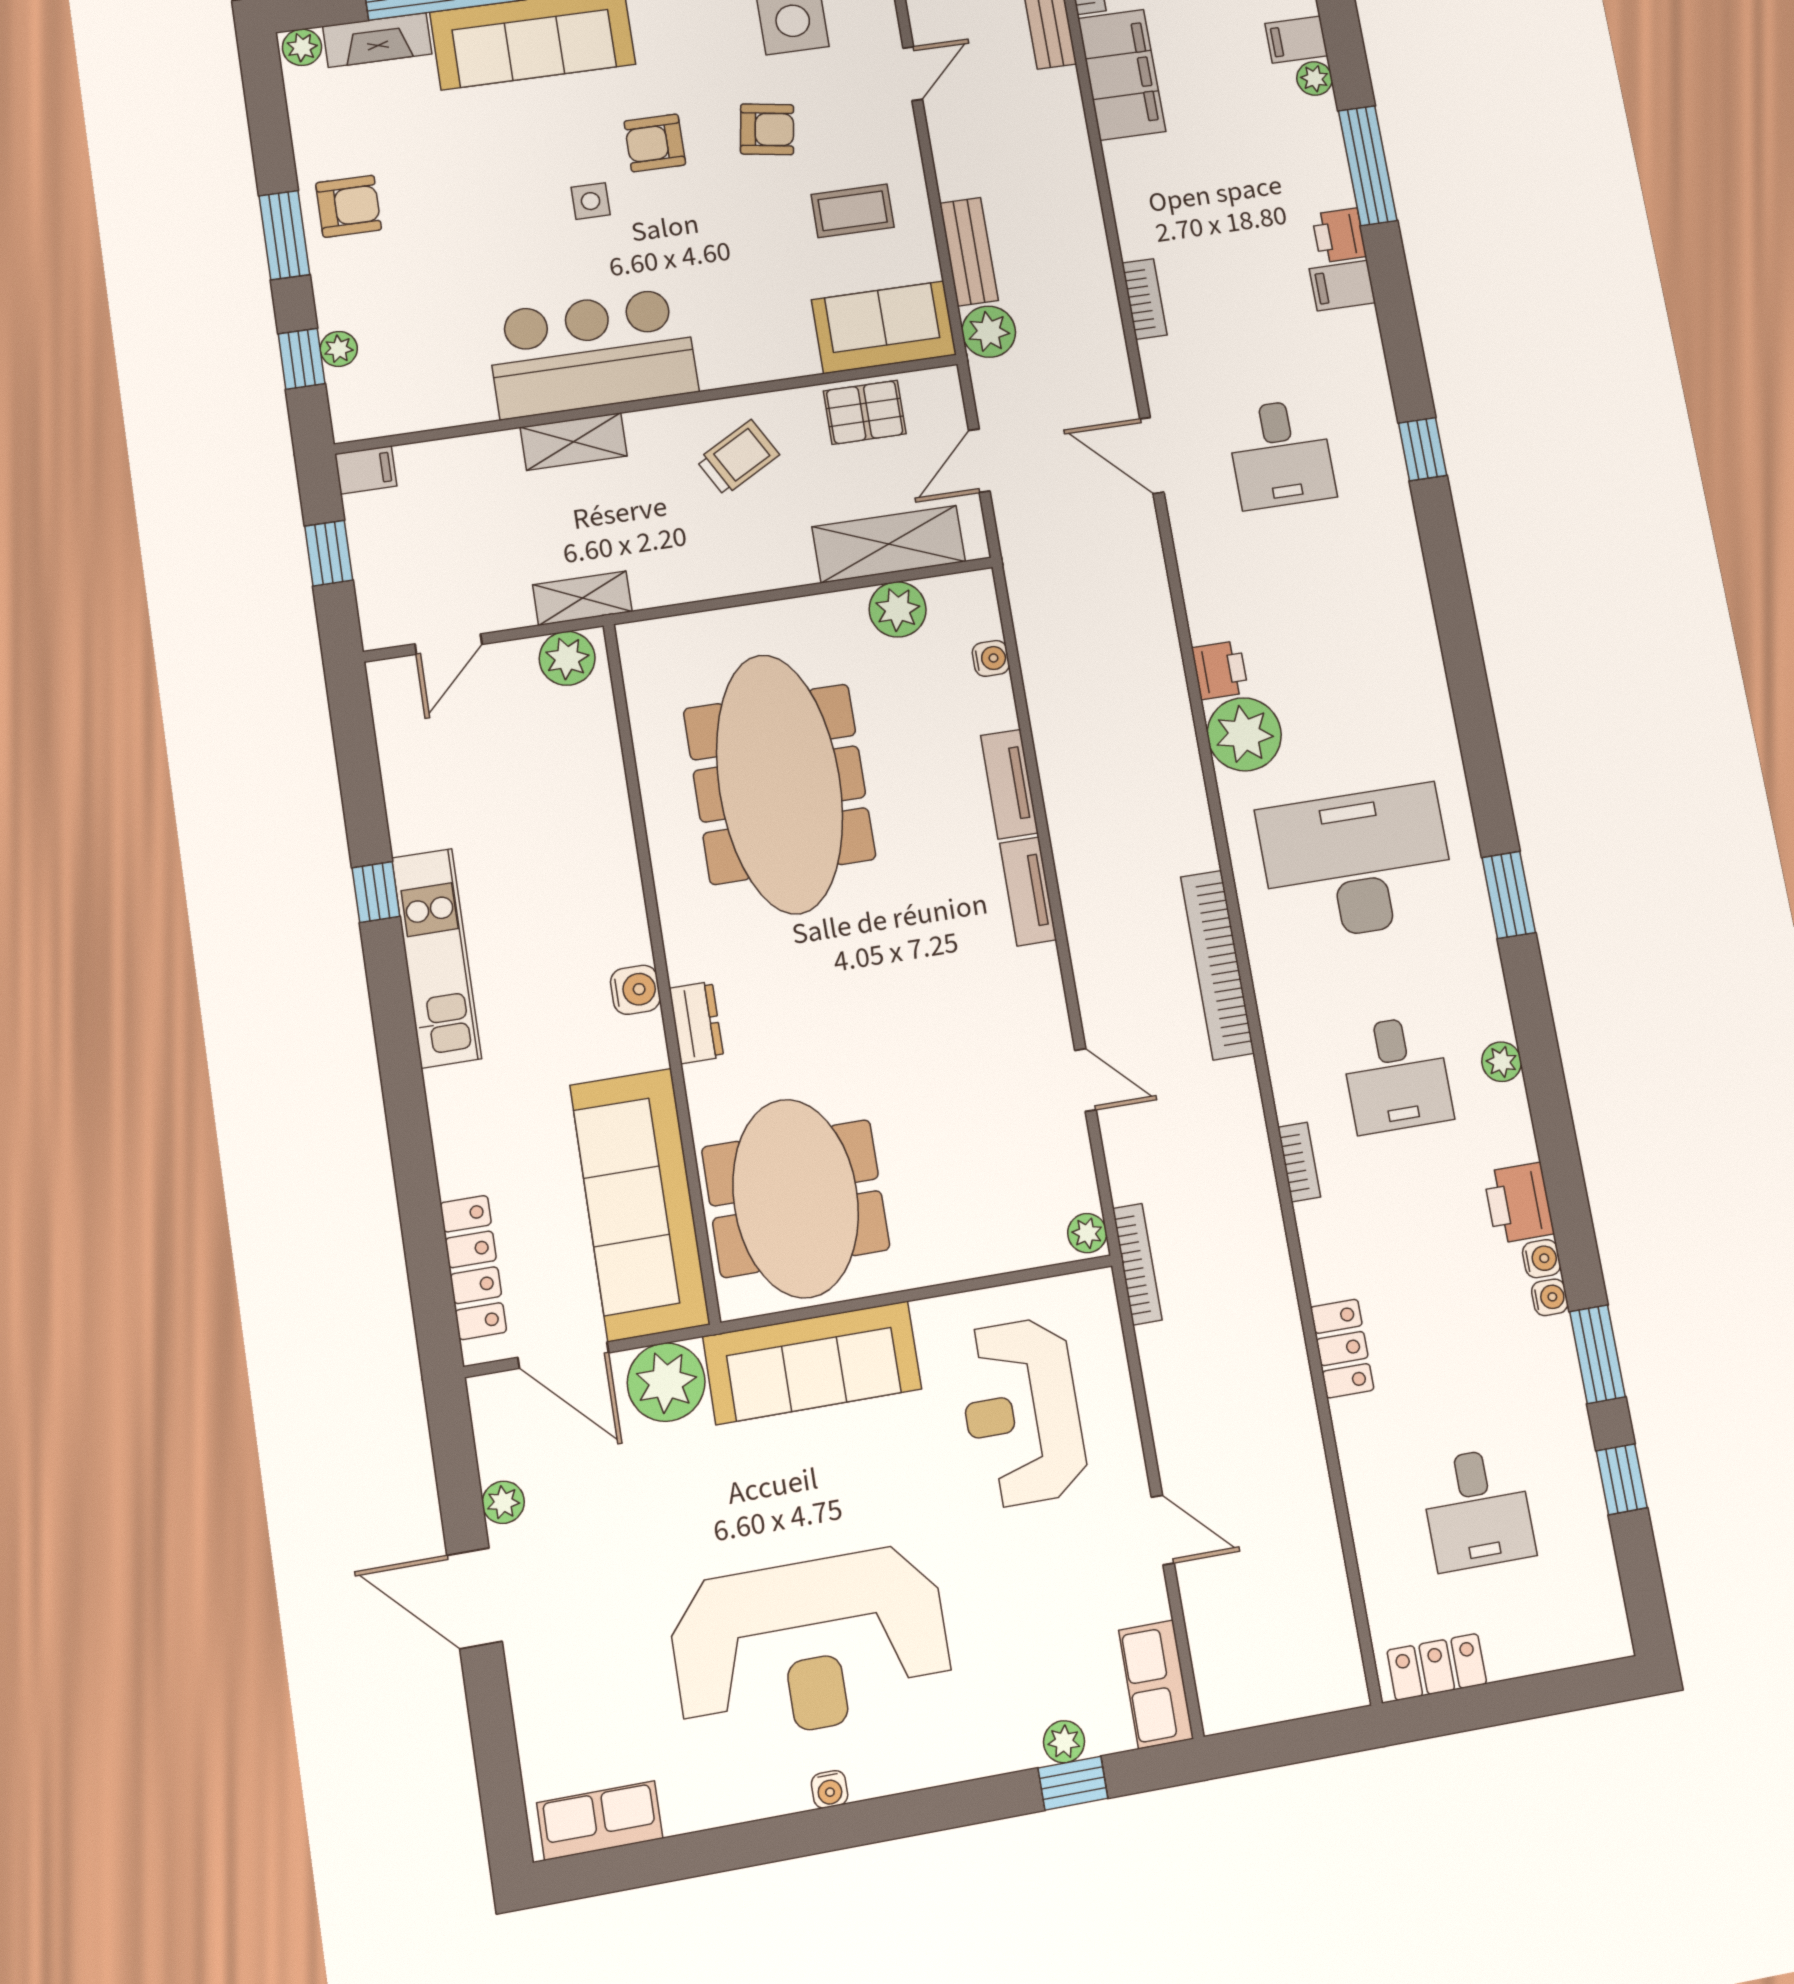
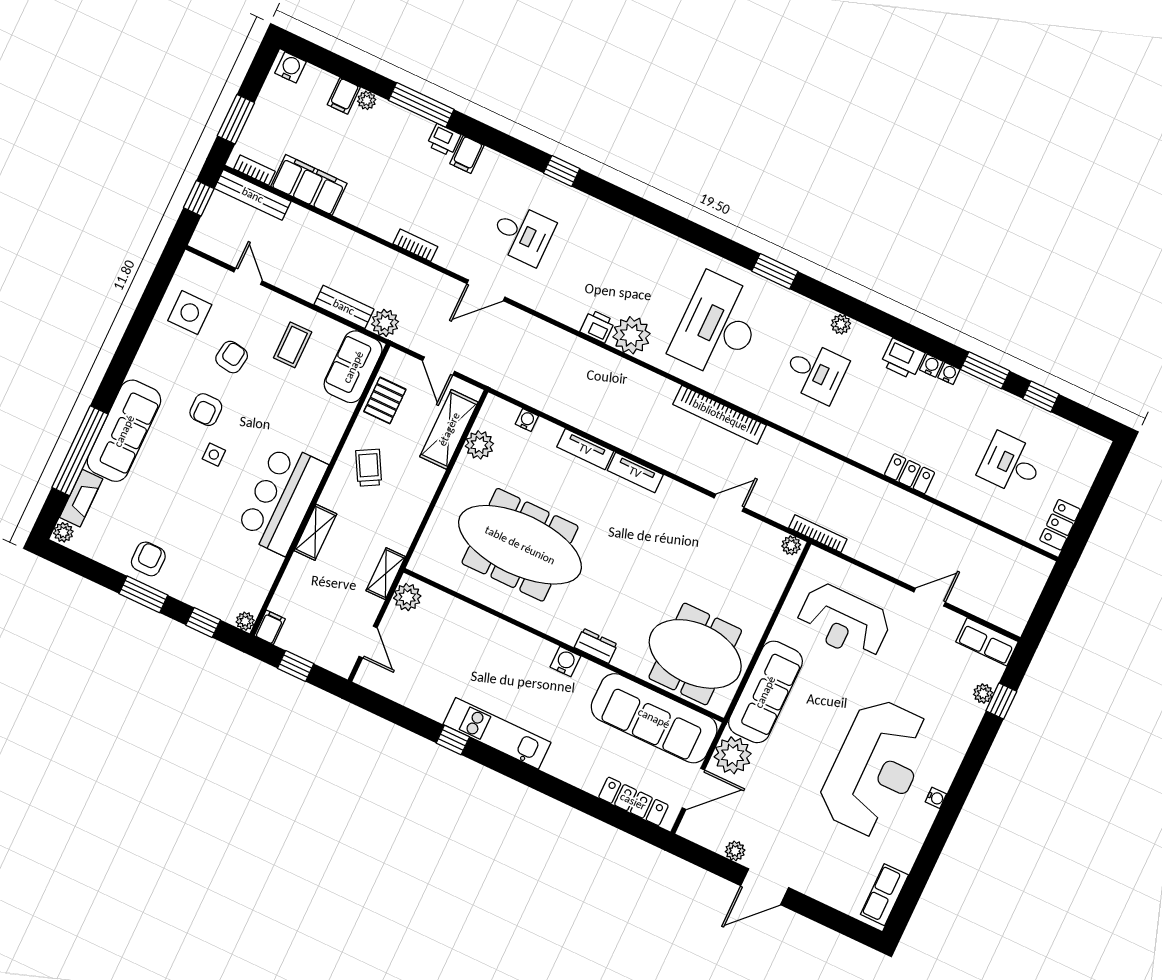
plant: (339, 349) -> (245, 621), moved
bookcase: (1299, 1162) -> (823, 438), removed
desk: (1477, 1509) -> (1011, 464), turned 180

